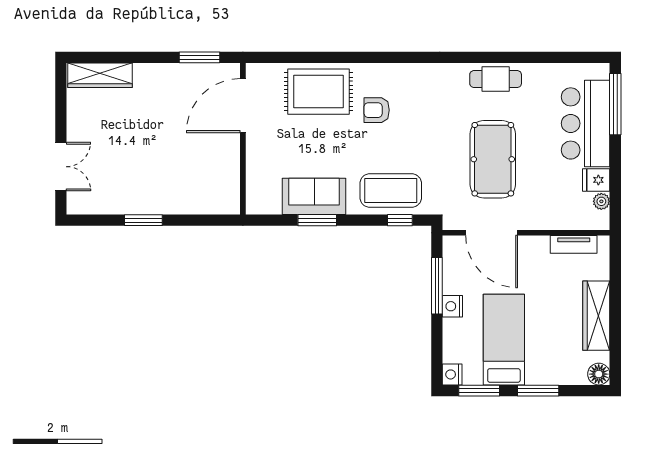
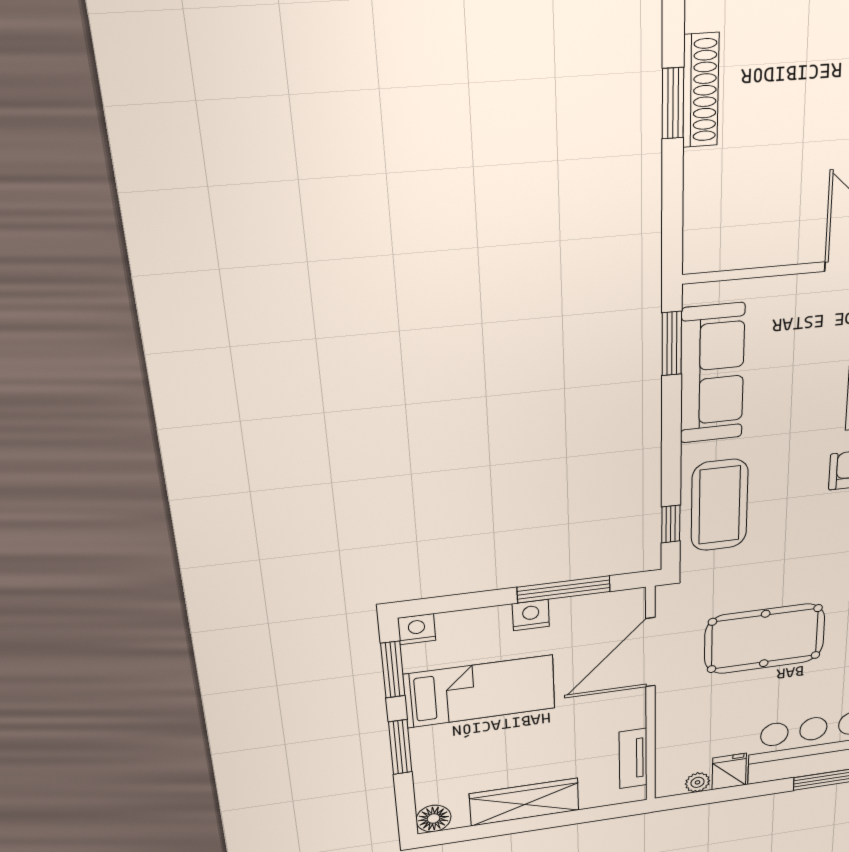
sofa: (314, 196) -> (712, 374), width x1.36
shoe rack: (138, 205) -> (701, 90), added
window: (317, 220) -> (672, 344), moved

